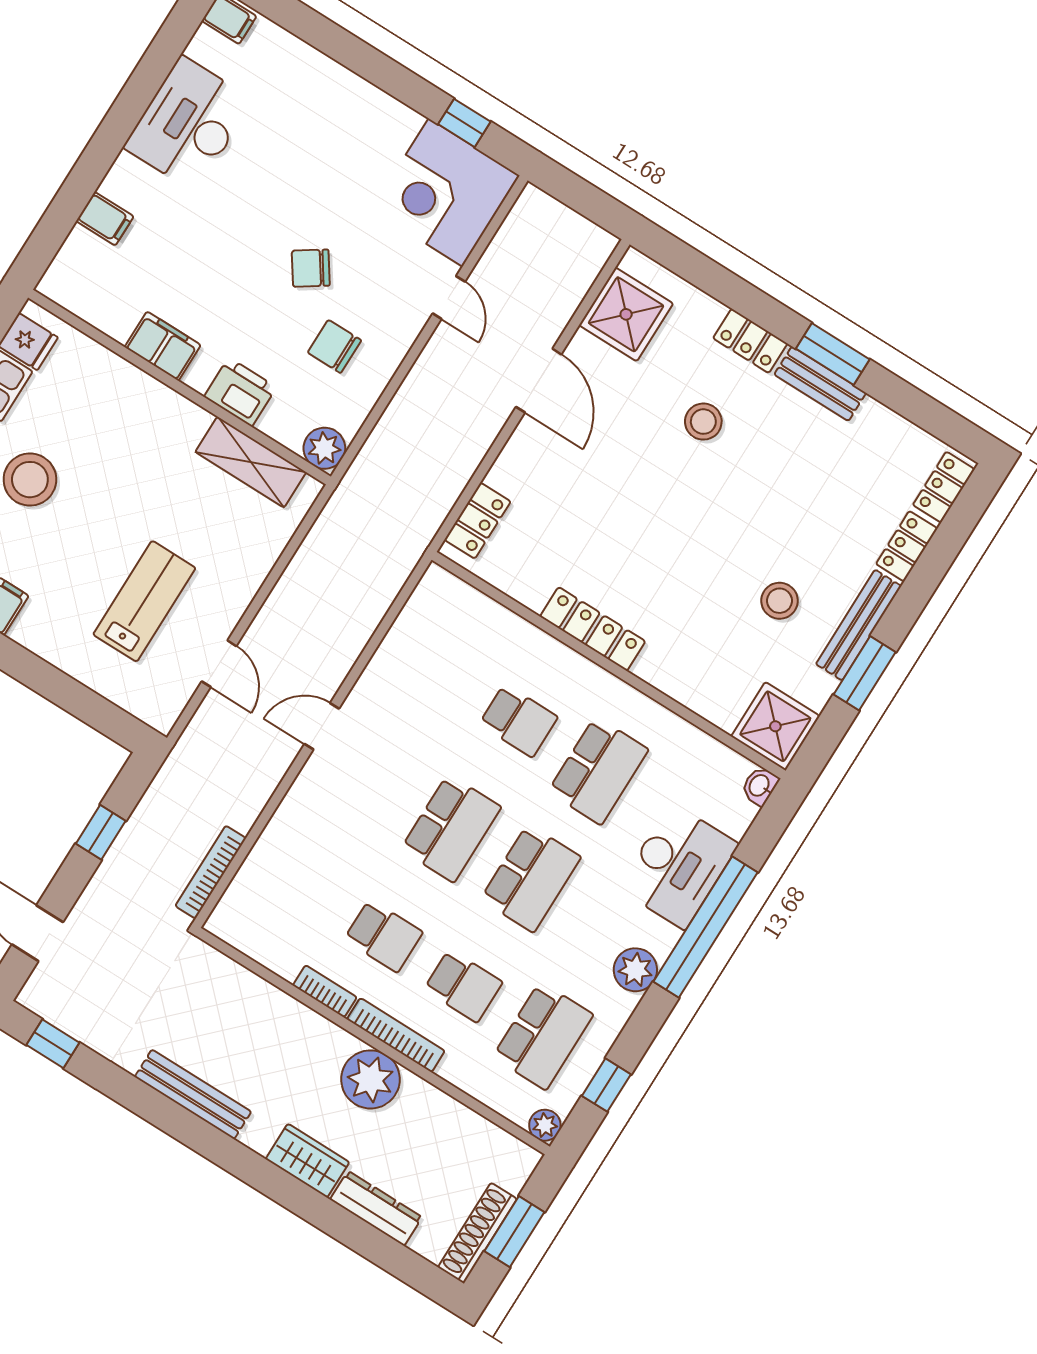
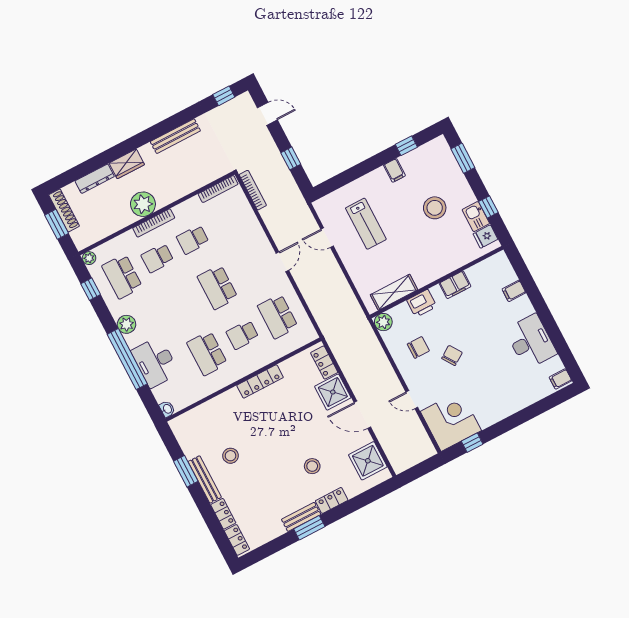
shower: (775, 726) -> (333, 392), moved
school desk: (531, 878) -> (278, 316), moved
bookcase: (325, 991) -> (218, 189), moved, width x1.56

